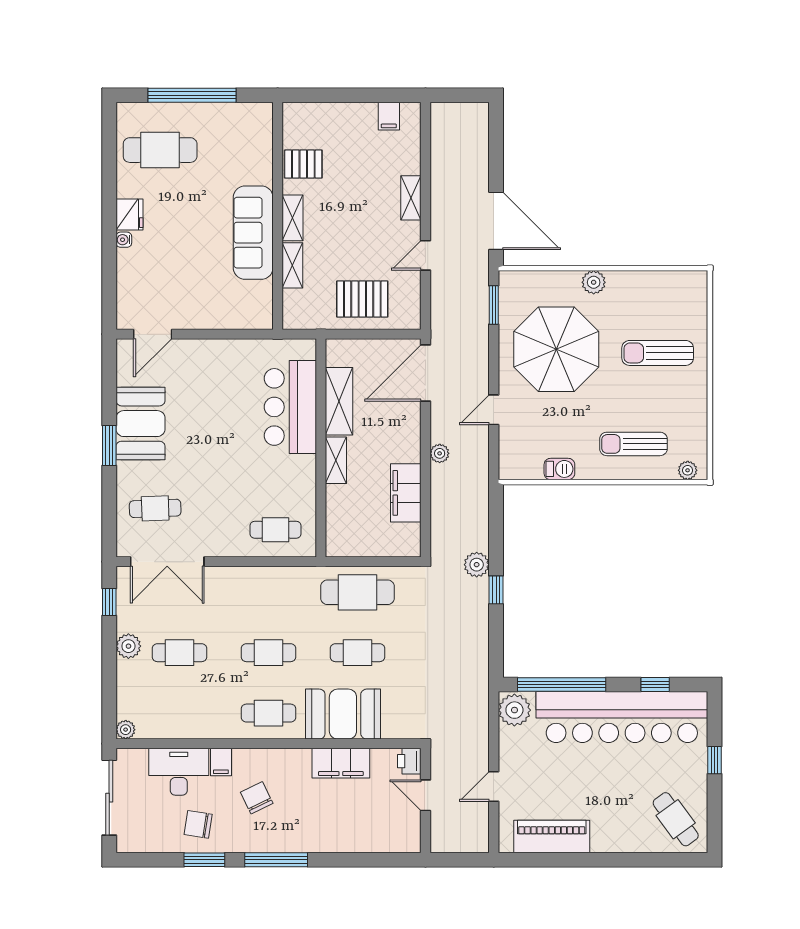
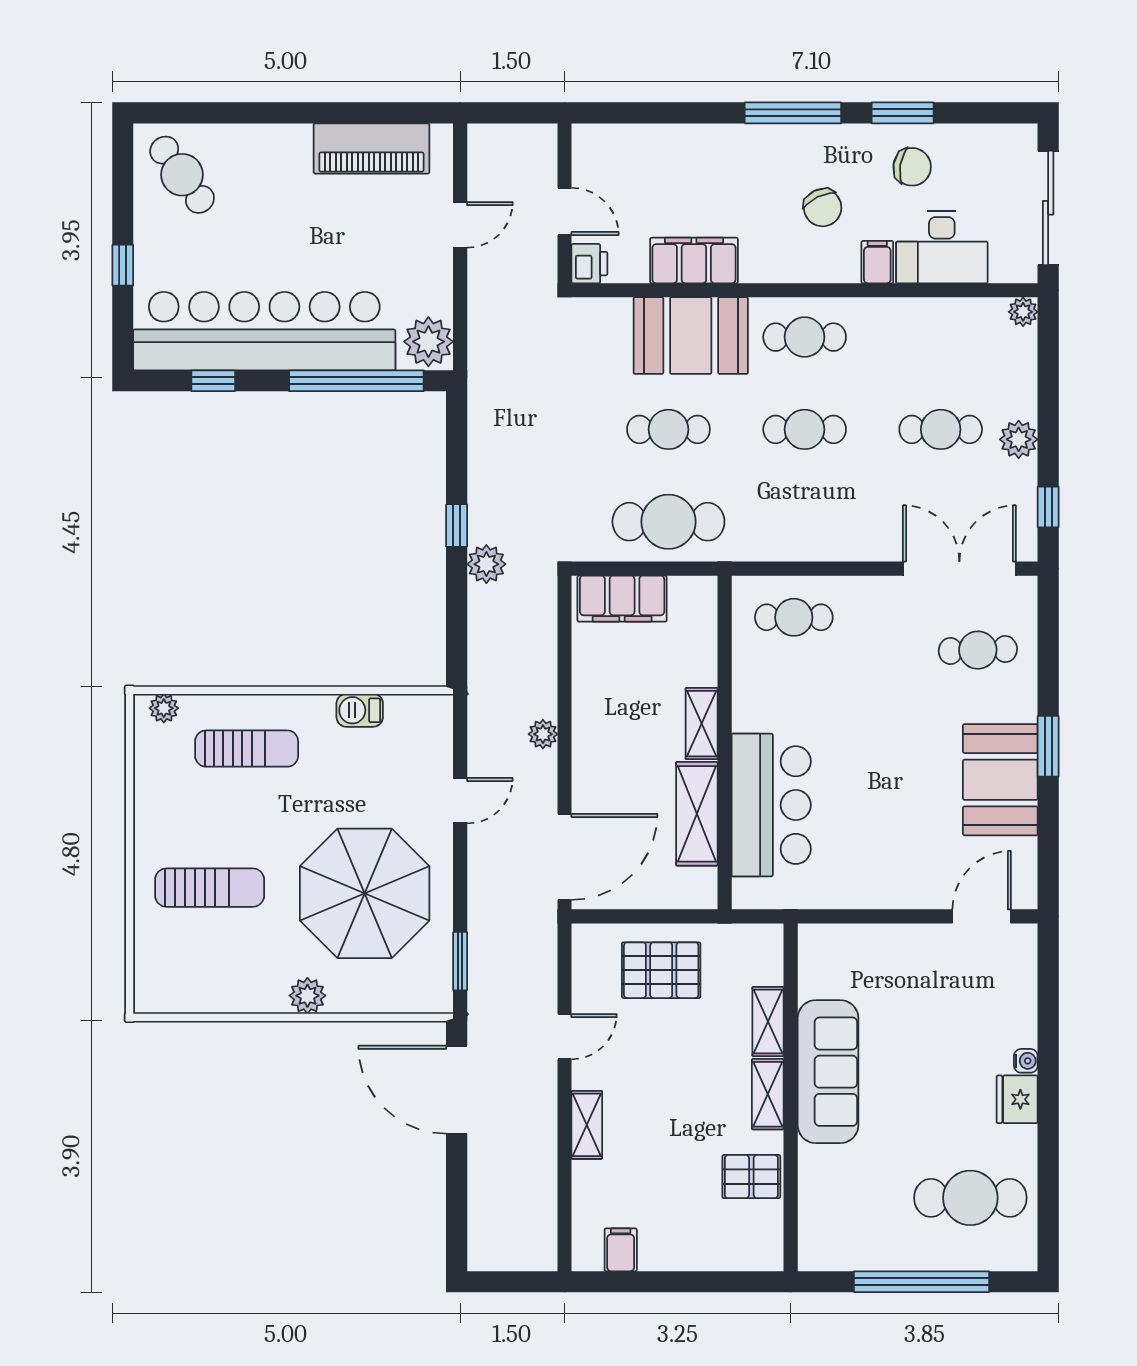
filing cabinet: (406, 493) -> (622, 599), moved, turned 90

